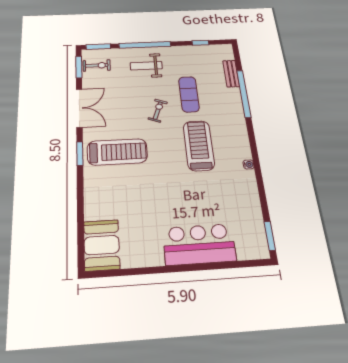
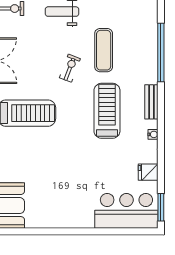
bench: (231, 74) -> (151, 102), moved
fridge: (250, 201) -> (148, 172), added
bar counter: (199, 244) -> (126, 211), moved

